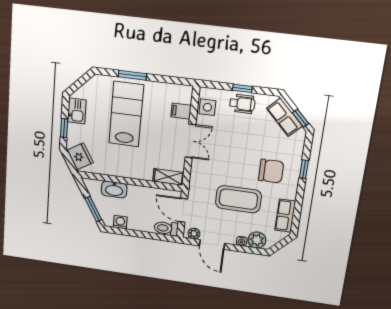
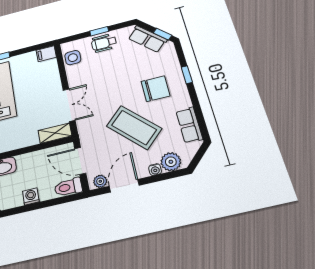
wheelchair: (242, 104) -> (104, 43), turned 180
filing cabinet: (181, 111) -> (46, 54), moved
double door: (190, 141) -> (69, 105), moved
coffee table: (238, 199) -> (134, 127), turned 46
washing machine: (120, 222) -> (31, 196), moved
door: (212, 245) -> (124, 186), swing flipped

